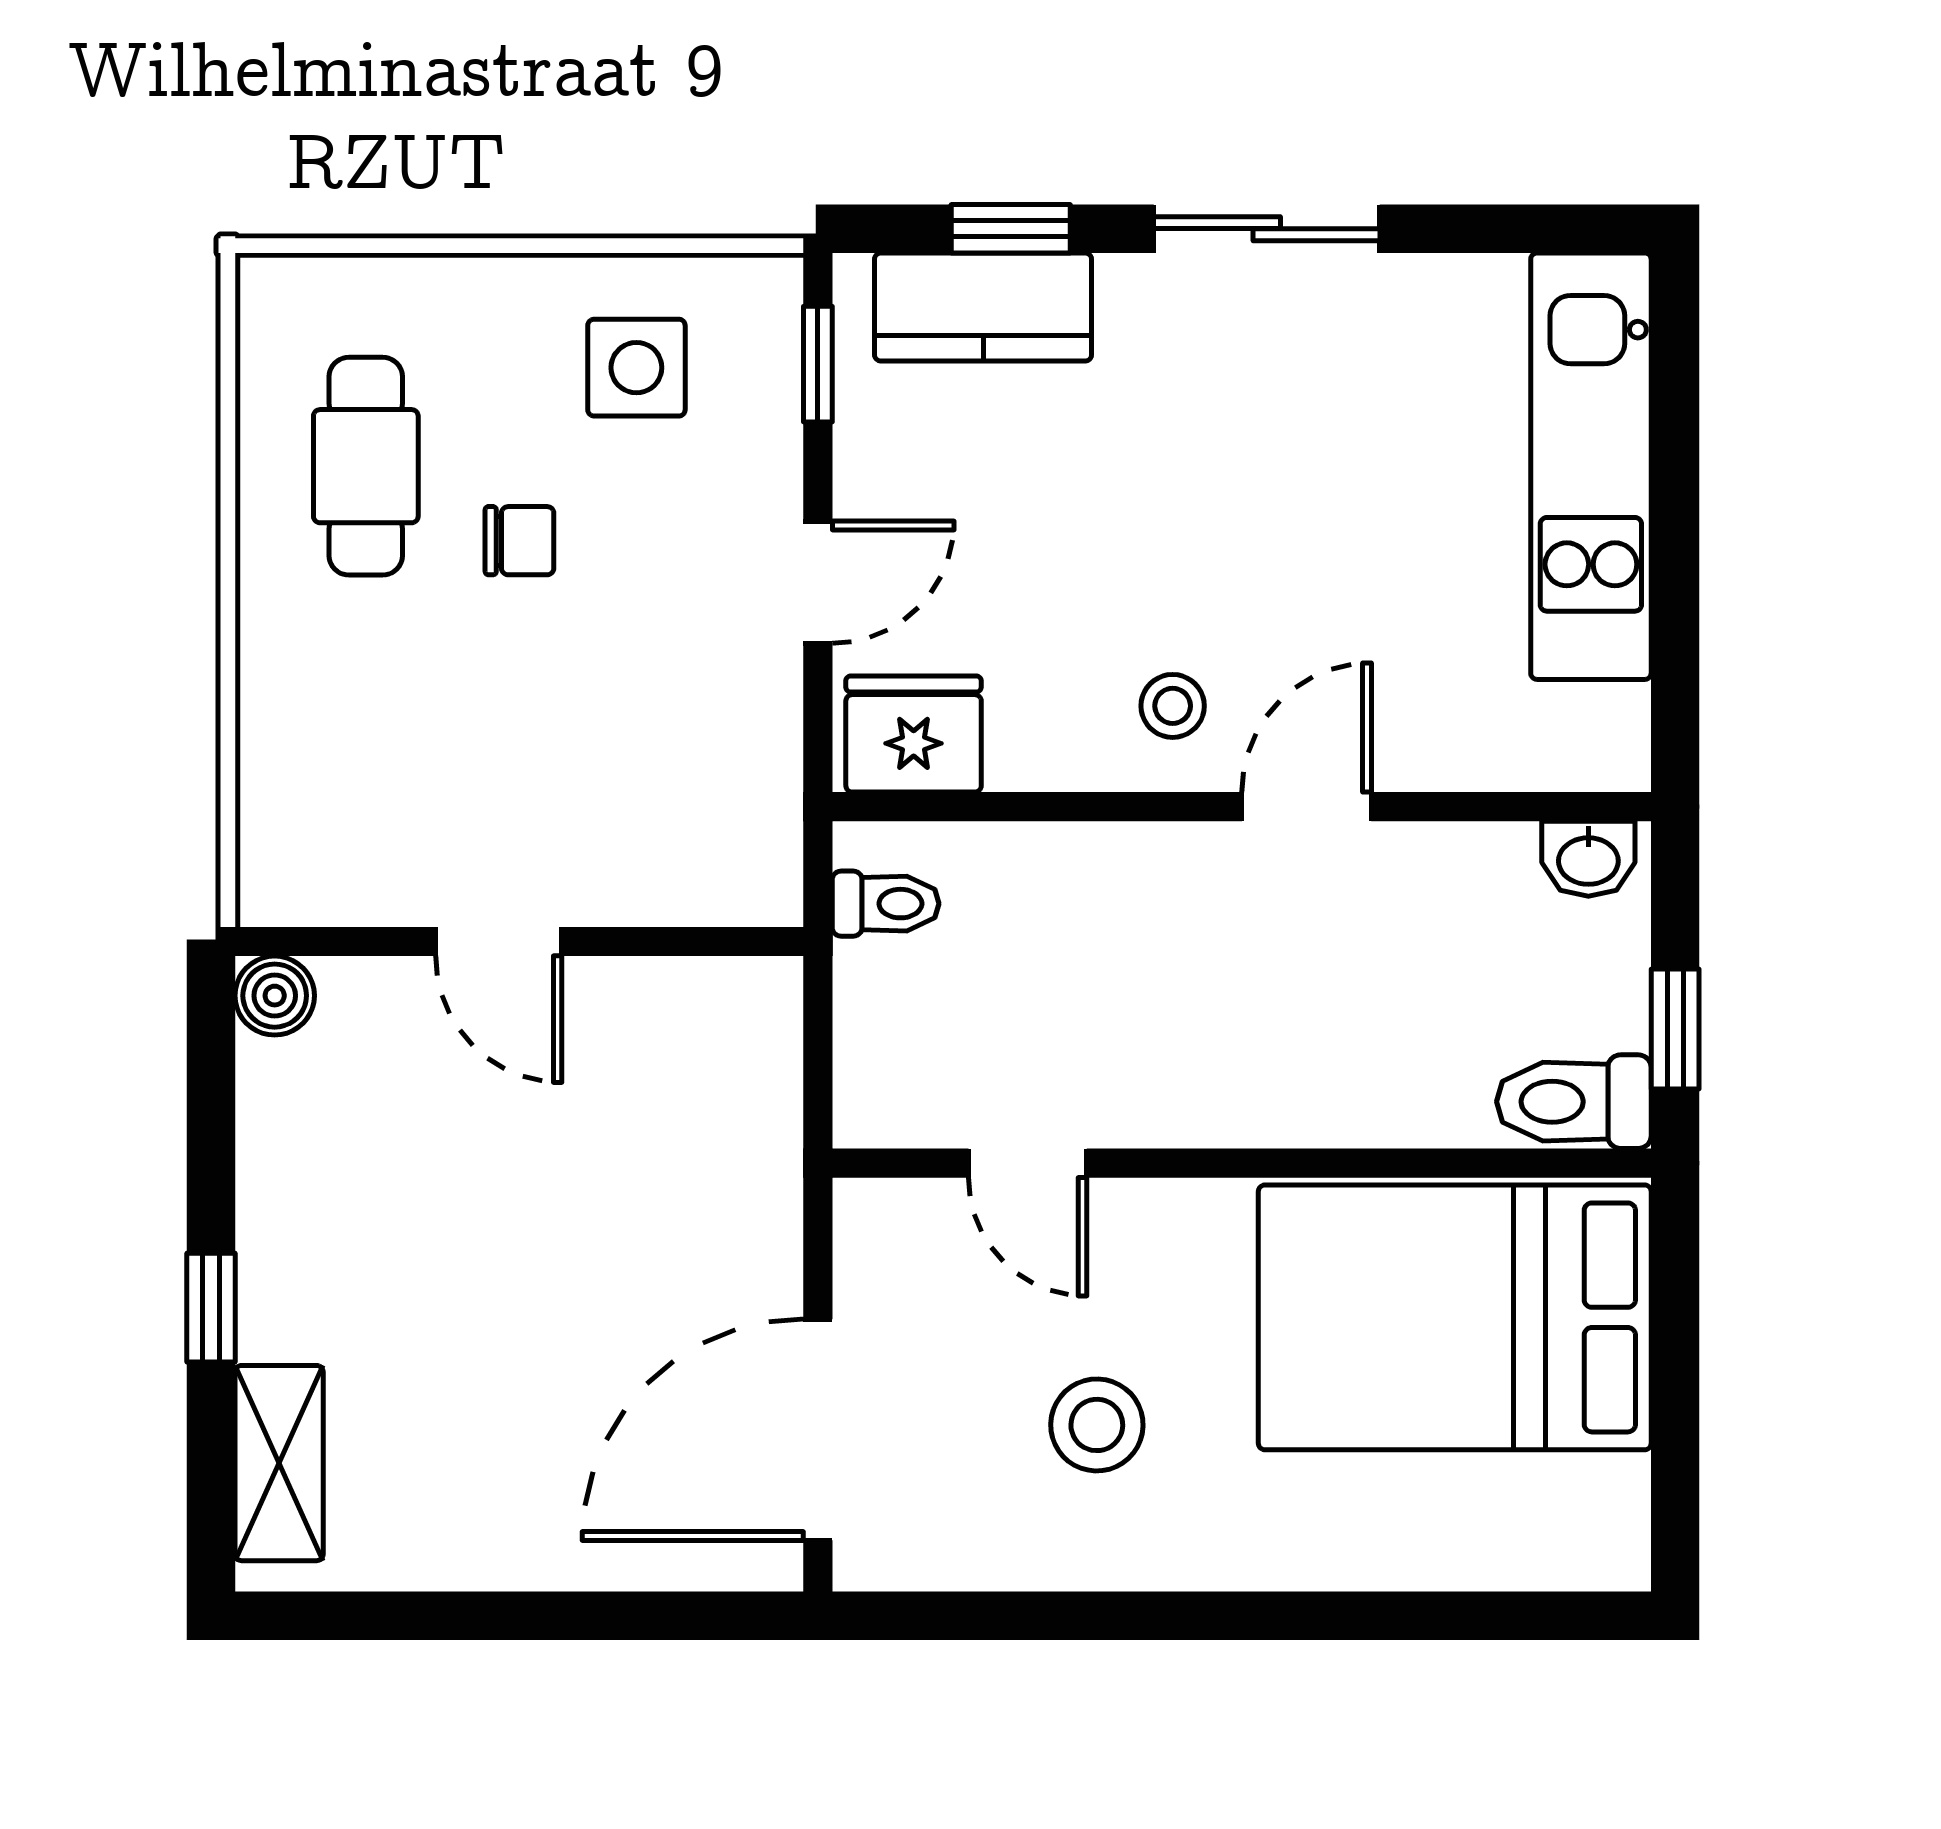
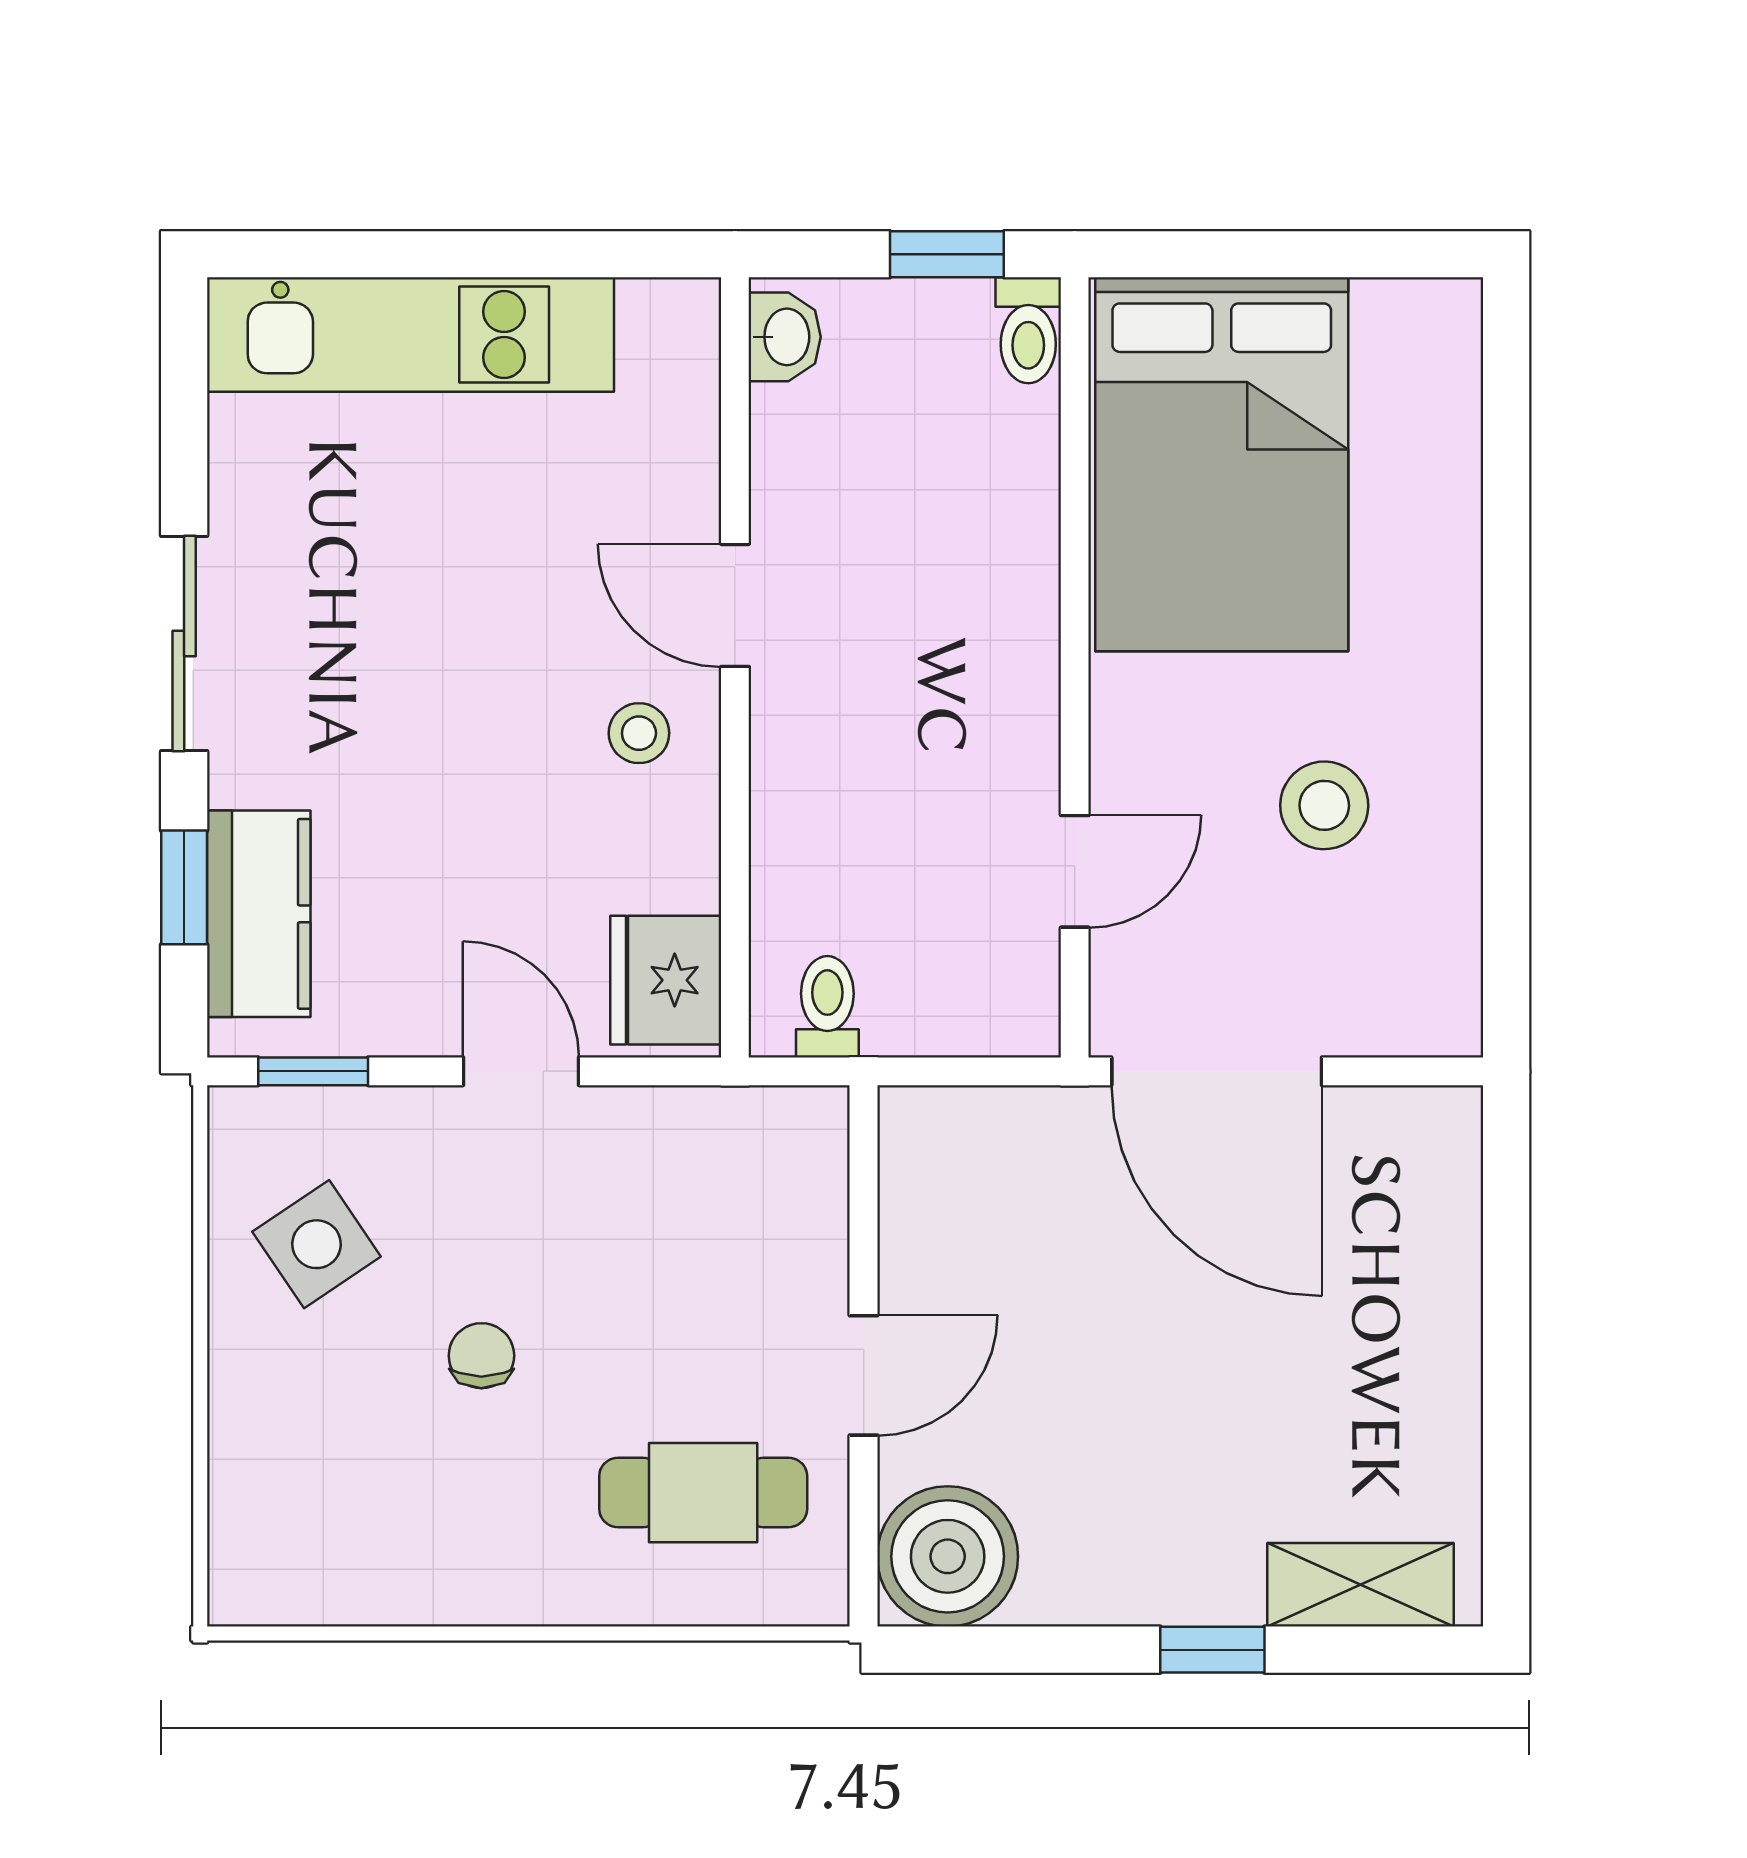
side table: (636, 368) -> (317, 1244), turned -34
cafe table: (366, 466) -> (703, 1493), moved
boiler: (275, 996) -> (948, 1556), width x1.86, depth x1.86
toilet: (1574, 1102) -> (1028, 330), width x0.73, depth x0.72
door: (818, 1430) -> (1217, 1071), moved

